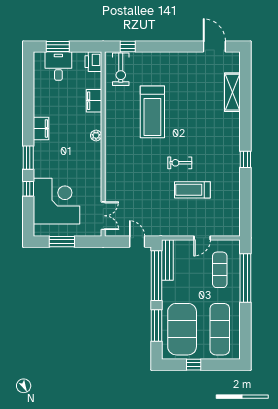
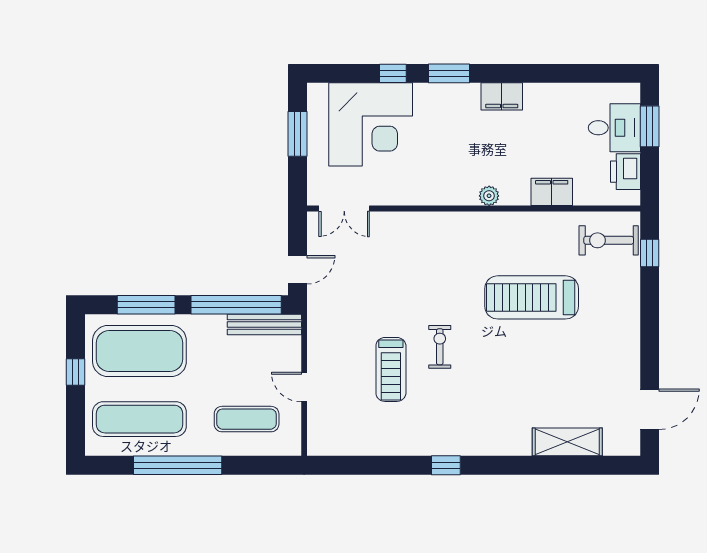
printer: (93, 62) -> (625, 172), moved, turned -90
treadmill: (192, 190) -> (391, 369), turned 180
window: (245, 278) -> (178, 465), moved

